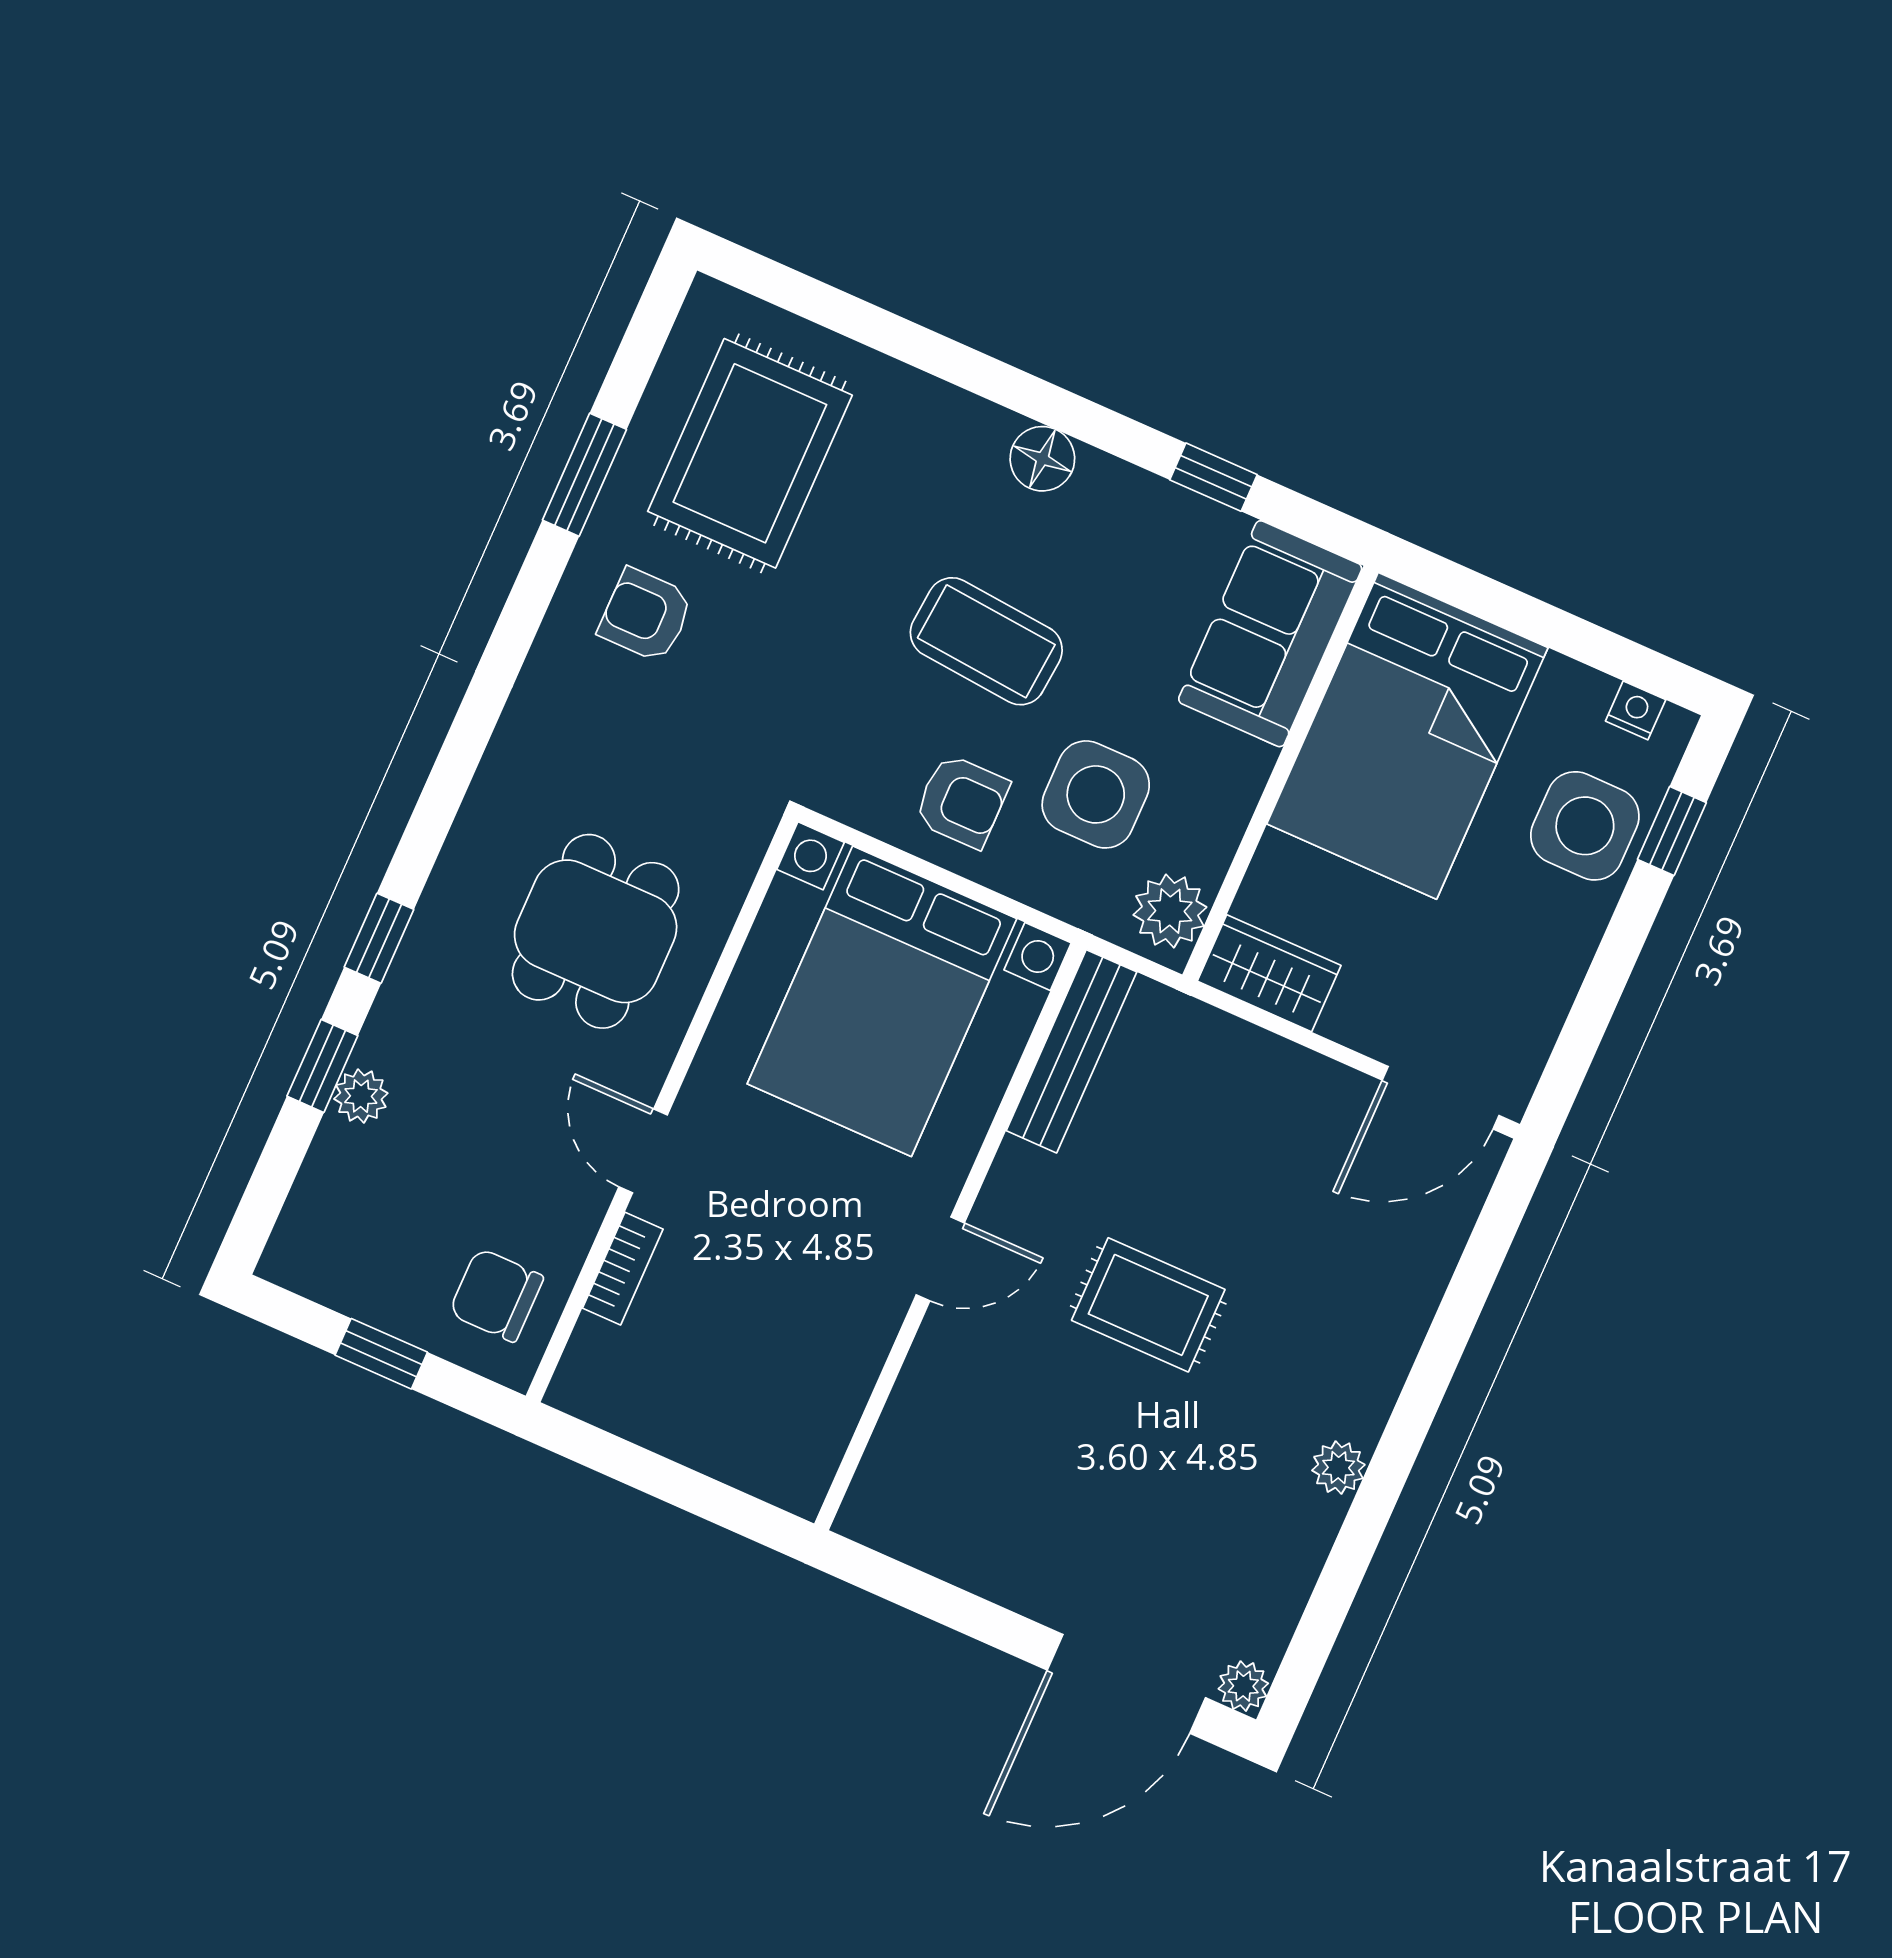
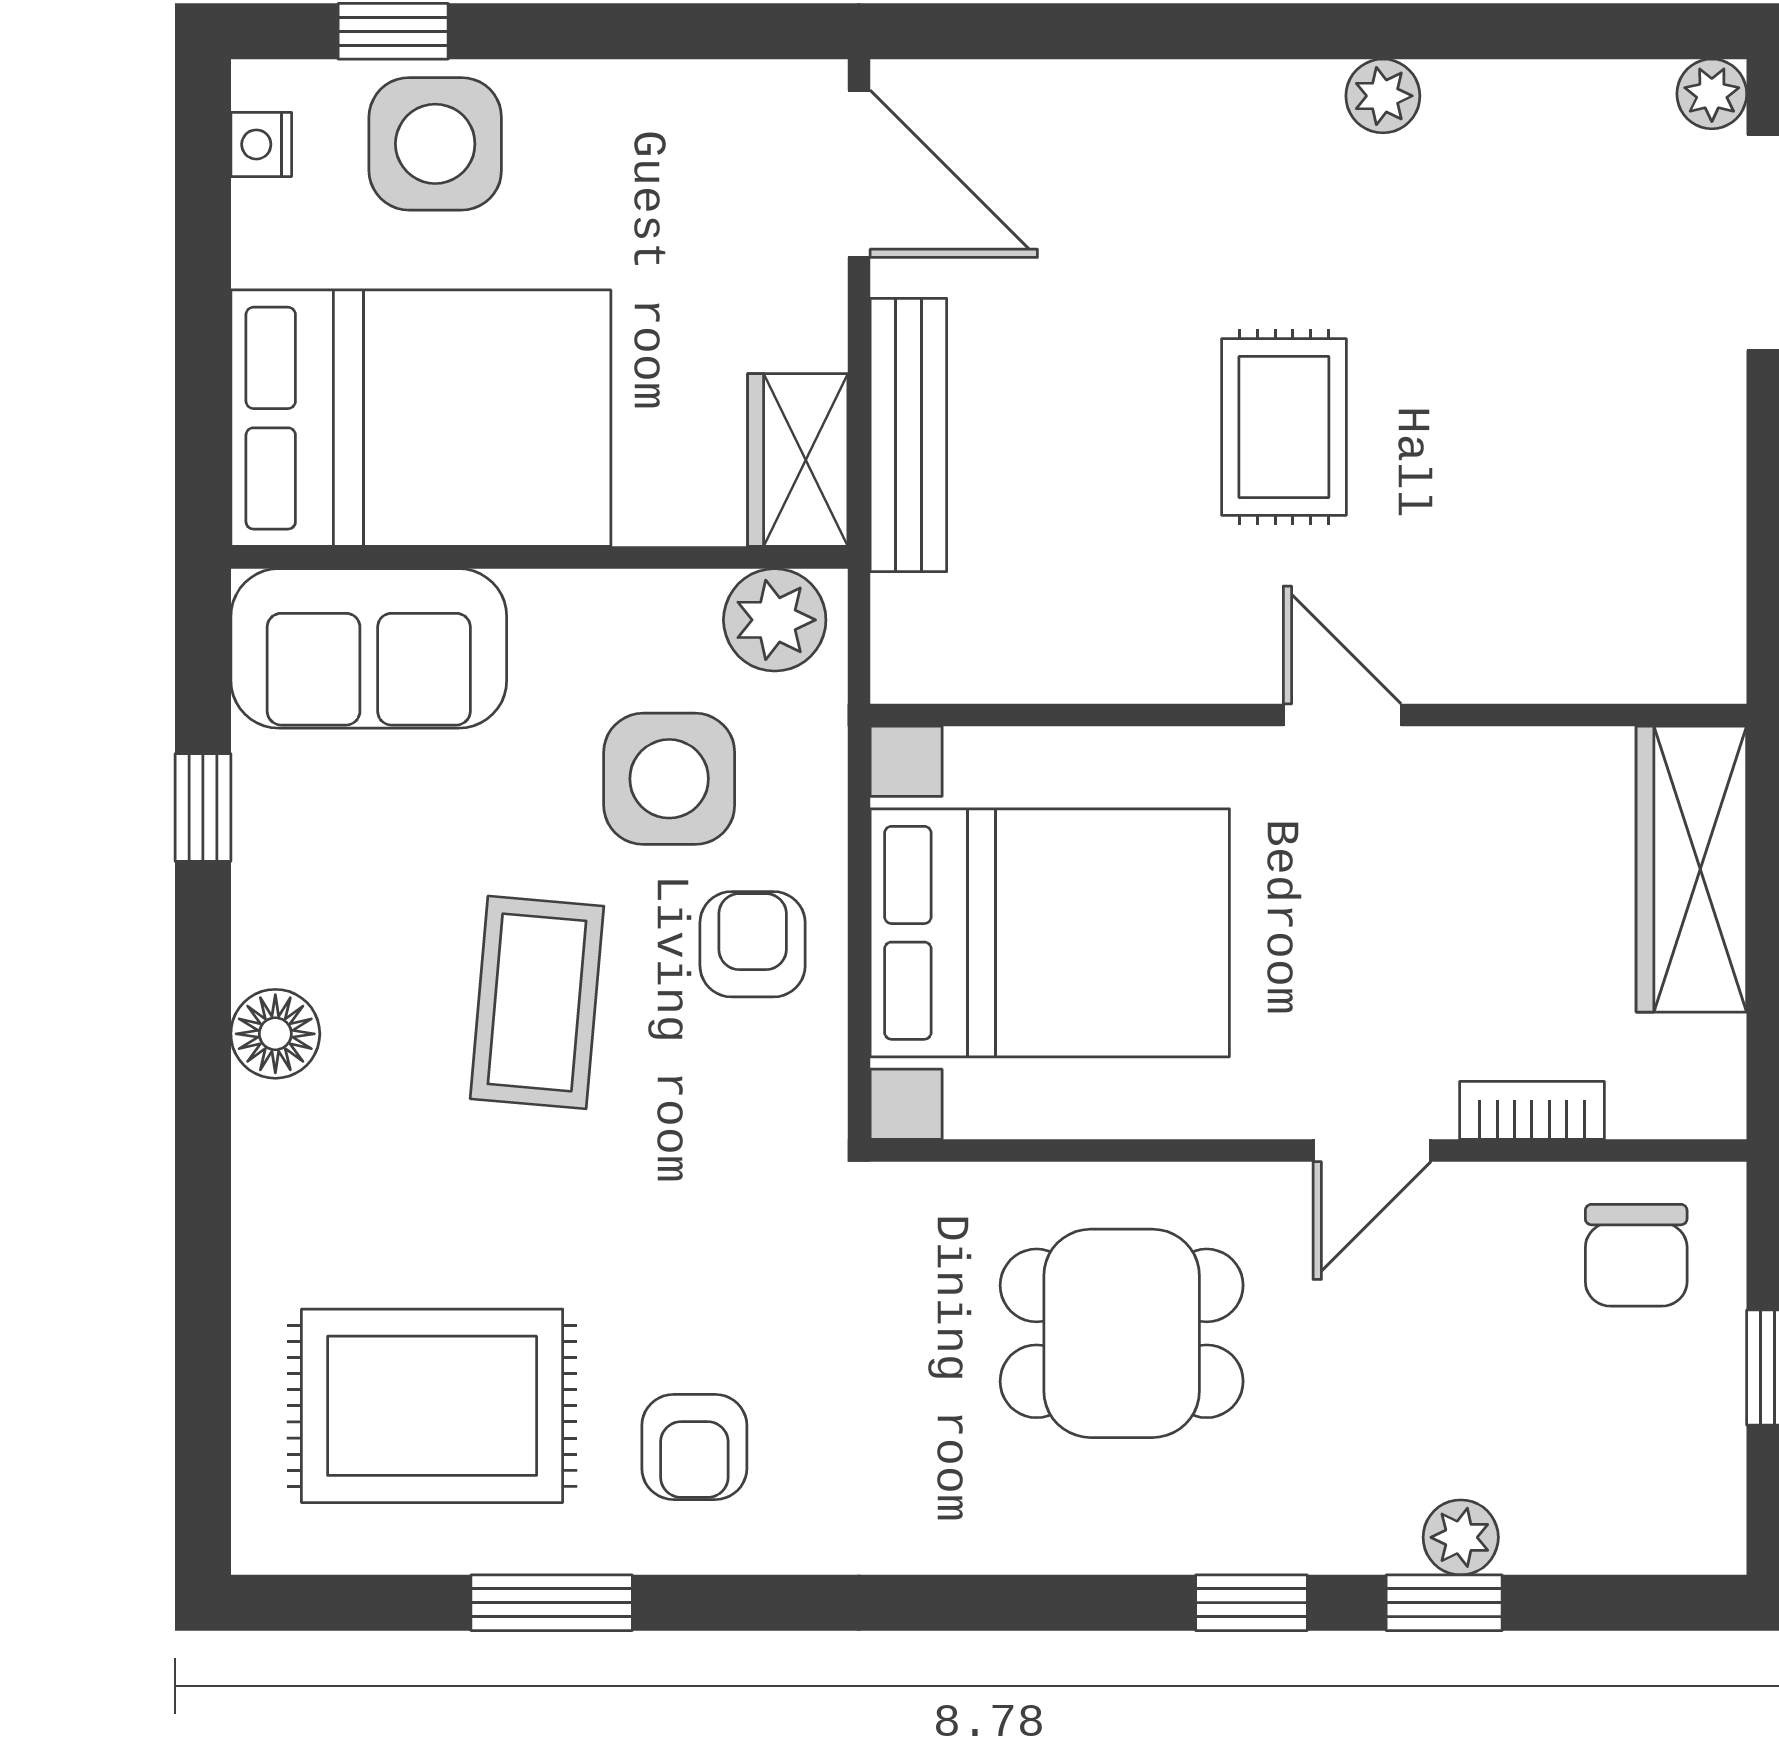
bench: (1071, 1051) -> (908, 435), moved, turned 90
wardrobe: (736, 1445) -> (1691, 869), added

